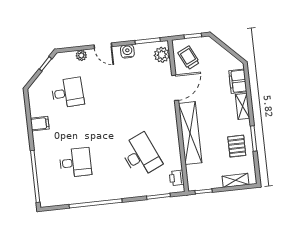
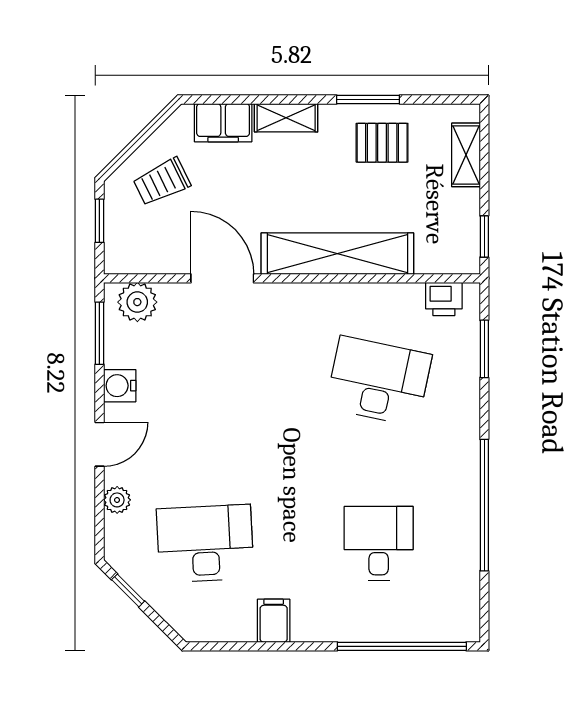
trolley: (189, 58) -> (162, 182), moved
desk: (68, 93) -> (205, 544), width x1.37
desk: (141, 155) -> (379, 381), turned 36

